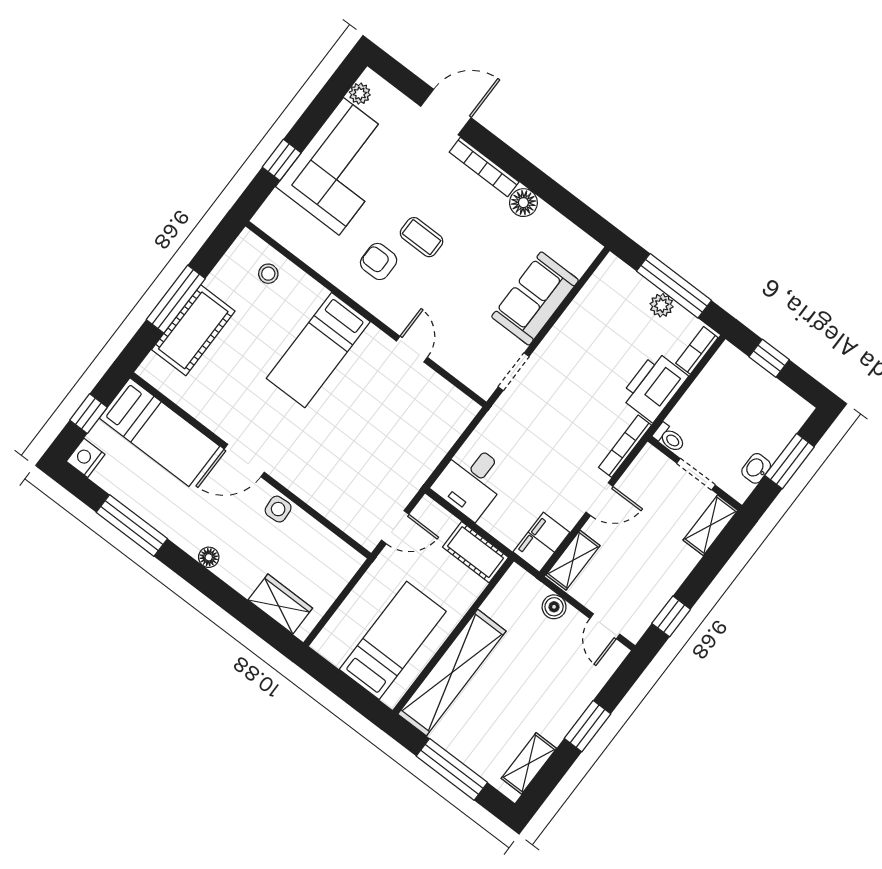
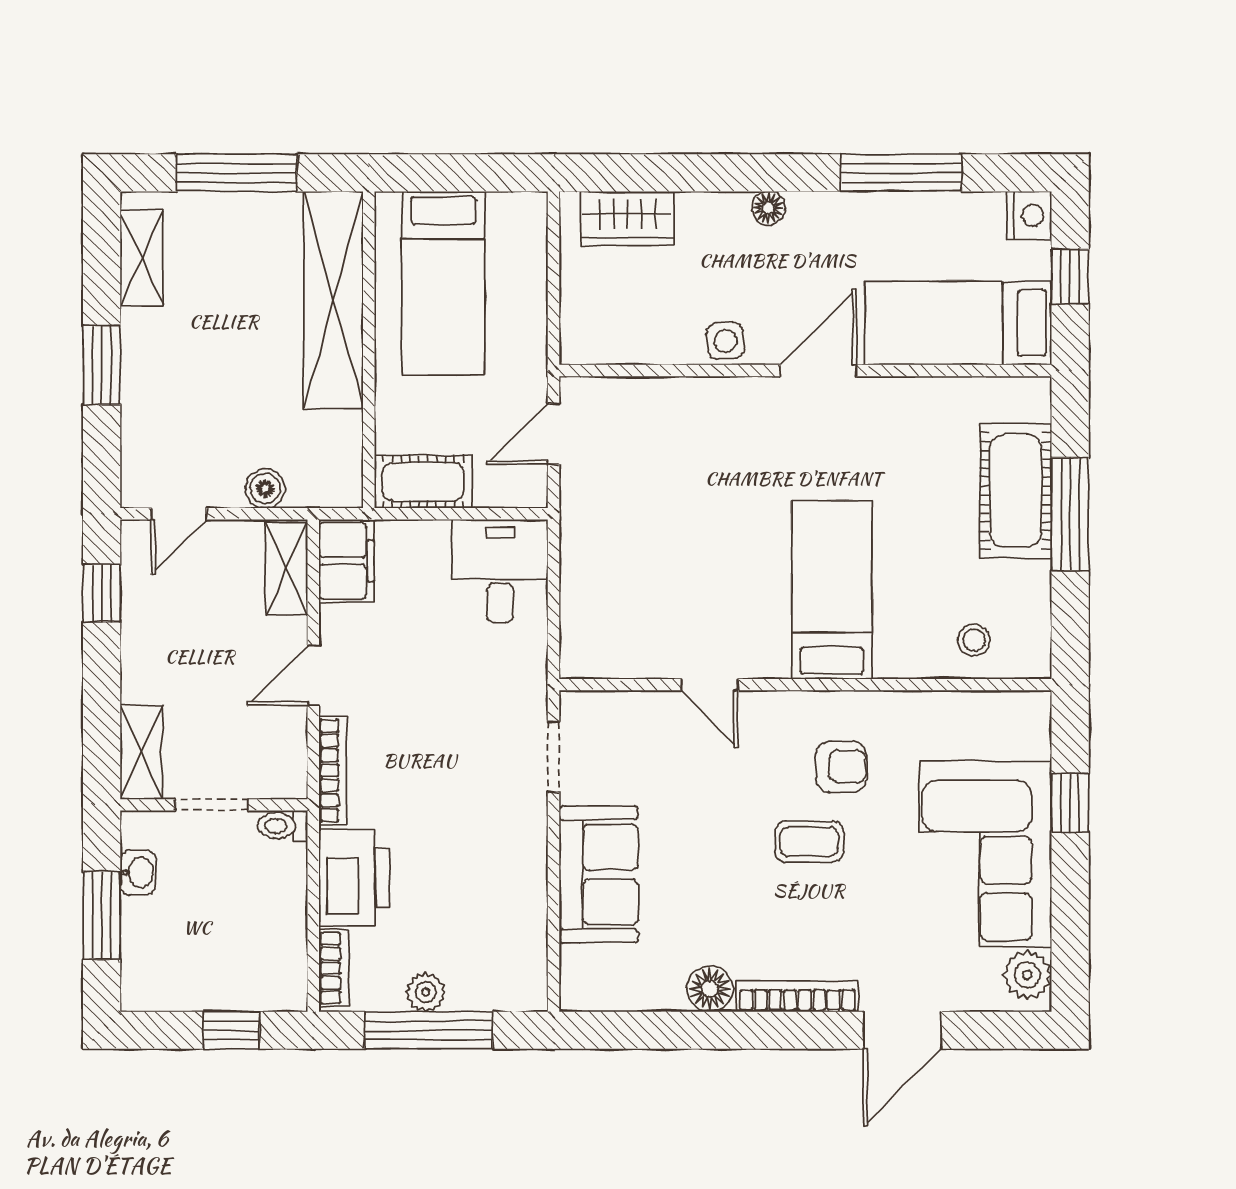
plant: (360, 94) -> (1027, 975), width x1.38, depth x1.38
door: (605, 626) -> (179, 514), swing flipped

